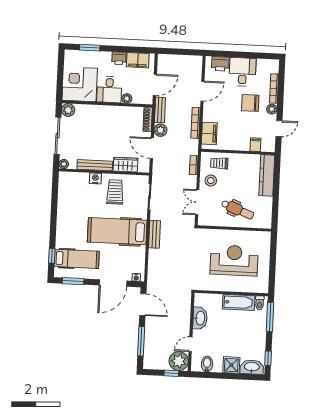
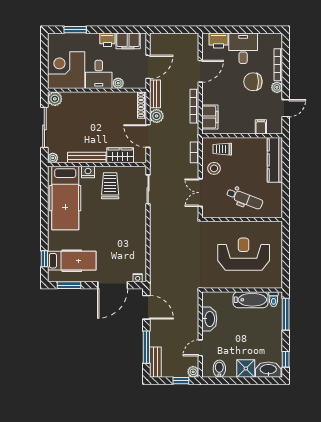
hospital bed: (117, 231) -> (65, 198), moved, turned -90
bench: (155, 234) -> (155, 362), moved
plant: (179, 361) -> (193, 372), width x0.53, depth x0.53

